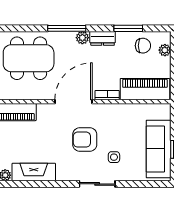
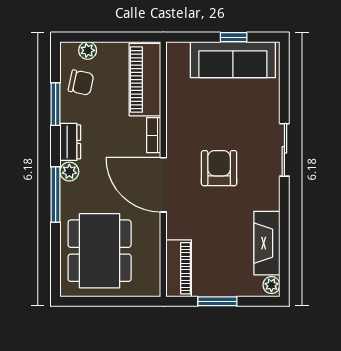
chair: (143, 46) -> (81, 83), turned 102
armchair: (85, 140) -> (219, 168), turned 180
side table: (114, 157) -> (245, 125), removed

